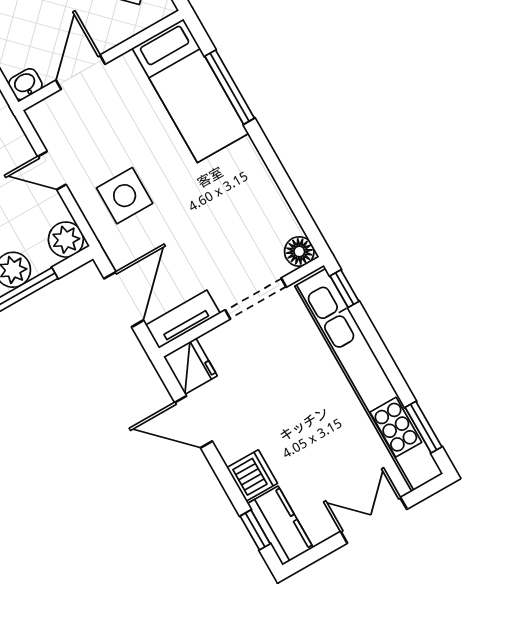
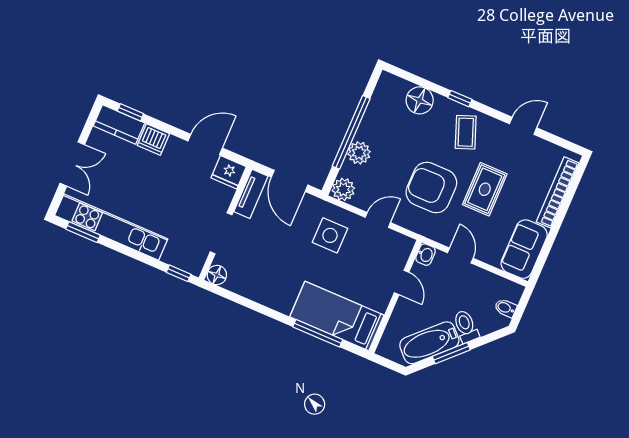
door: (81, 72) -> (401, 282), width x0.73
kitchen unit: (369, 380) -> (111, 227), width x0.73

